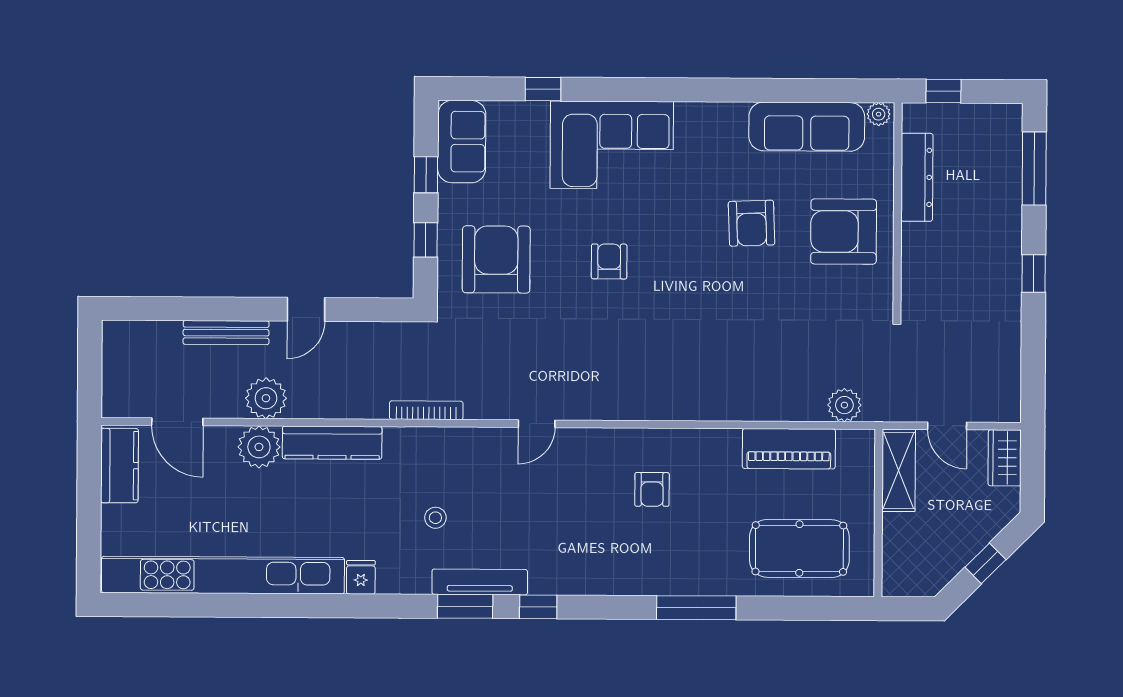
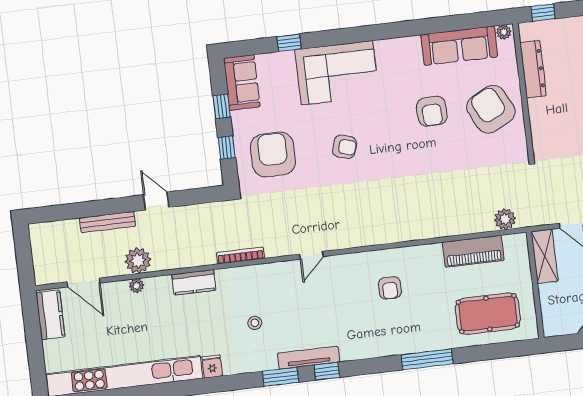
armchair: (844, 232) -> (491, 109), turned 63
armchair: (609, 261) -> (345, 147), turned 106
door: (306, 309) -> (156, 201), swing flipped
kitchen counter: (332, 443) -> (194, 282), width x0.67
plant: (259, 447) -> (137, 286), width x0.53, depth x0.53
tv unit: (480, 582) -> (308, 358), moved

